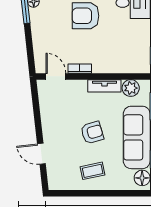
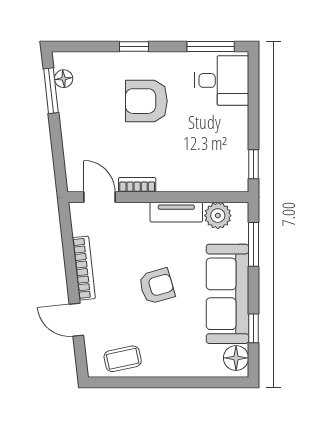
bookcase: (46, 121) -> (84, 268), added
coffee table: (93, 171) -> (123, 359), moved

